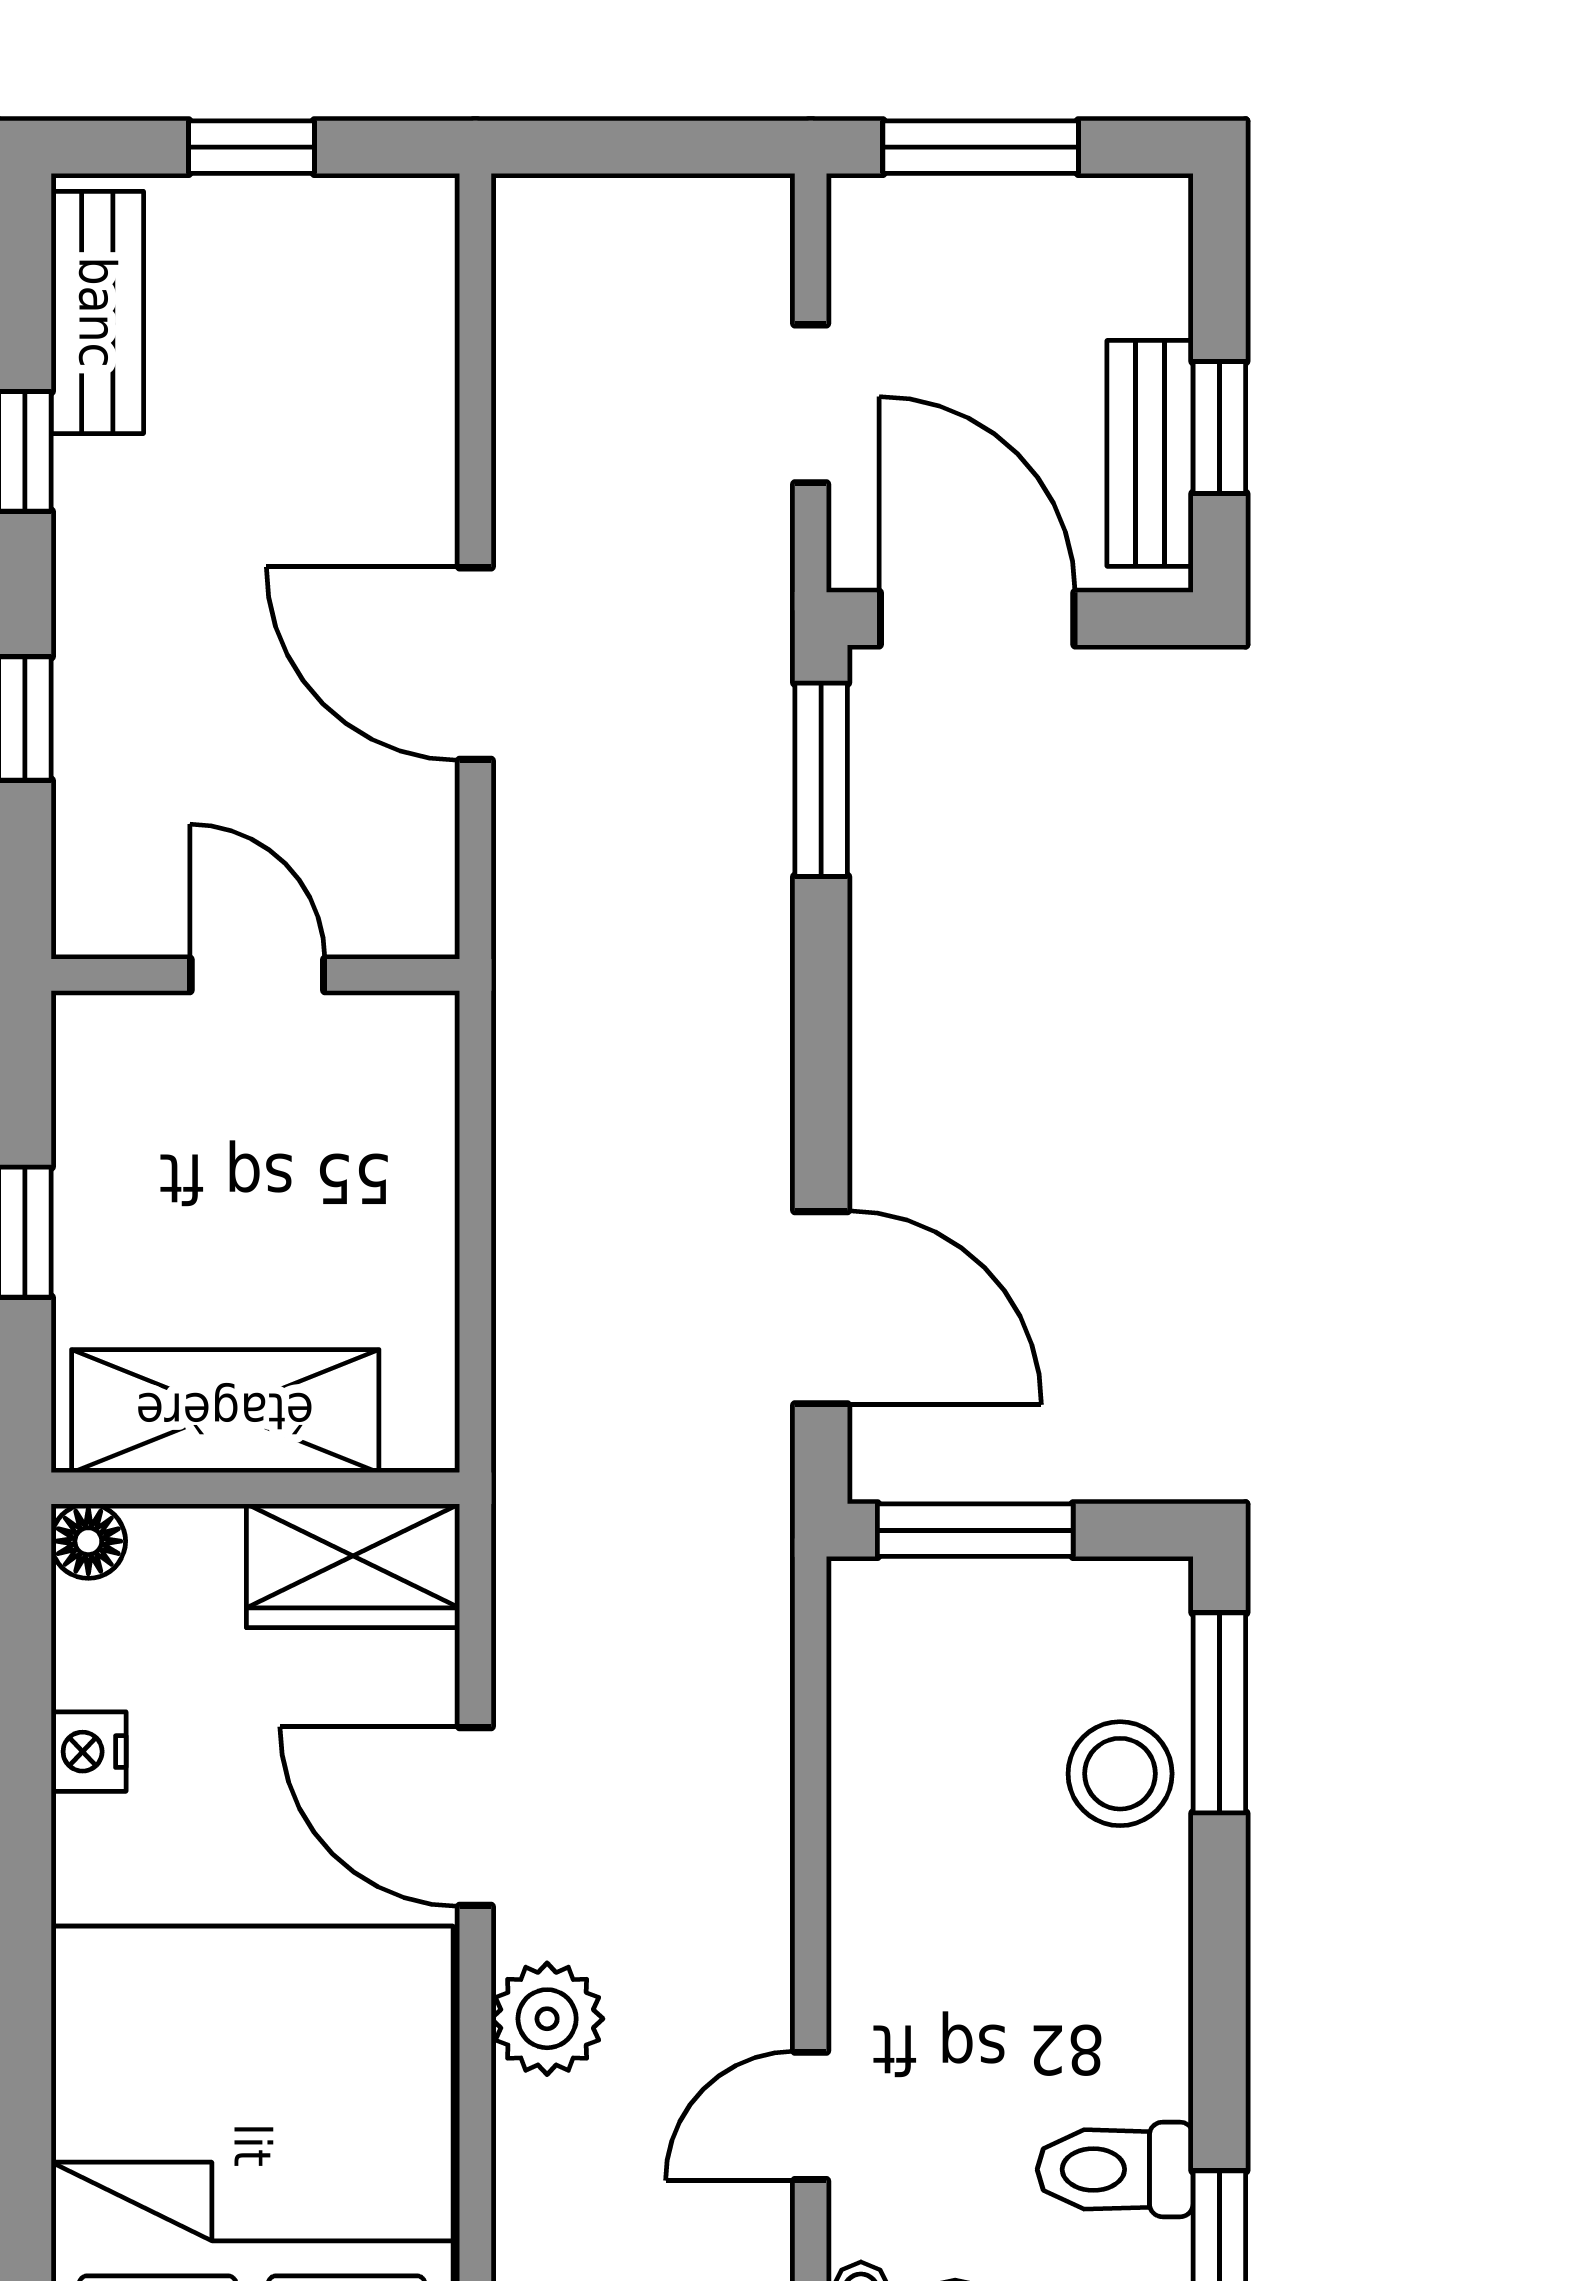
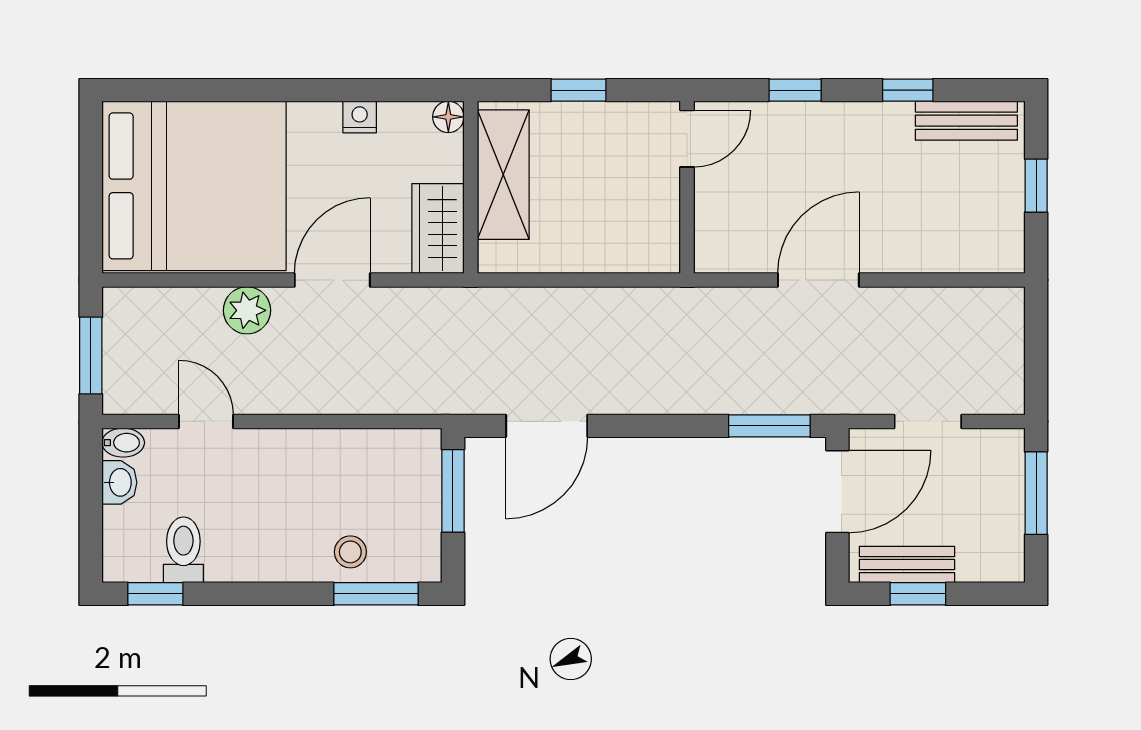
door: (257, 975) -> (687, 139), moved
stool: (1120, 1774) -> (350, 552), width x0.73, depth x0.73

